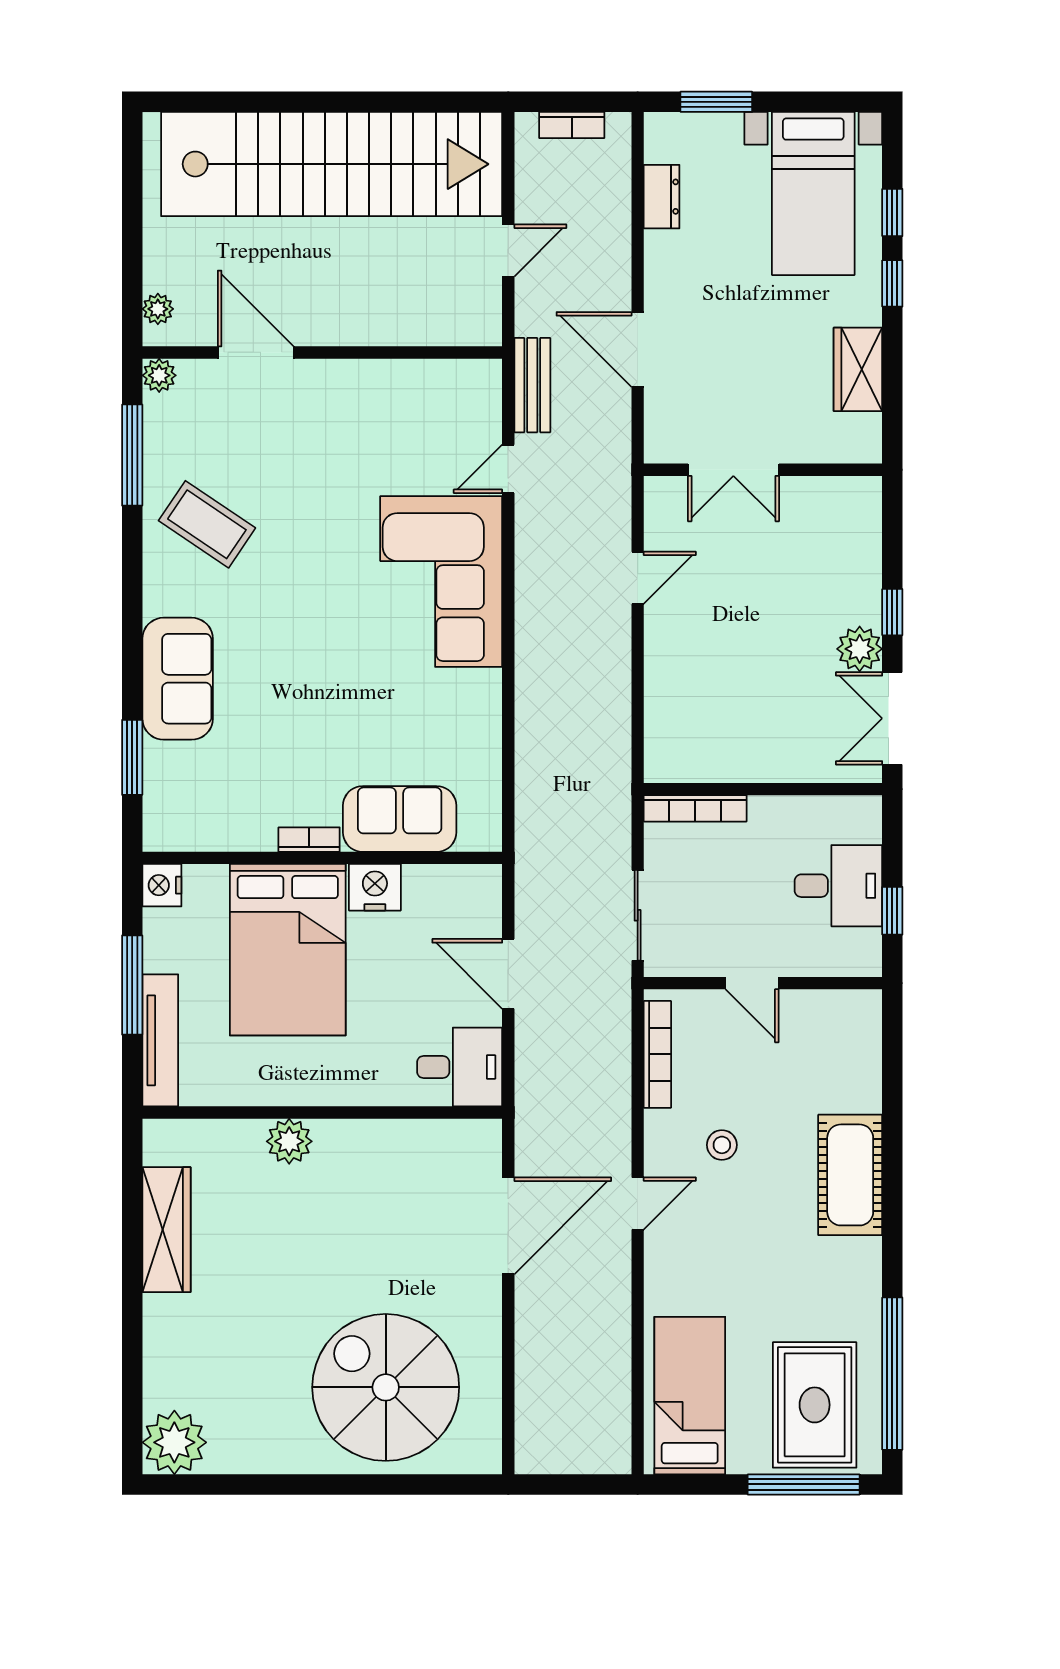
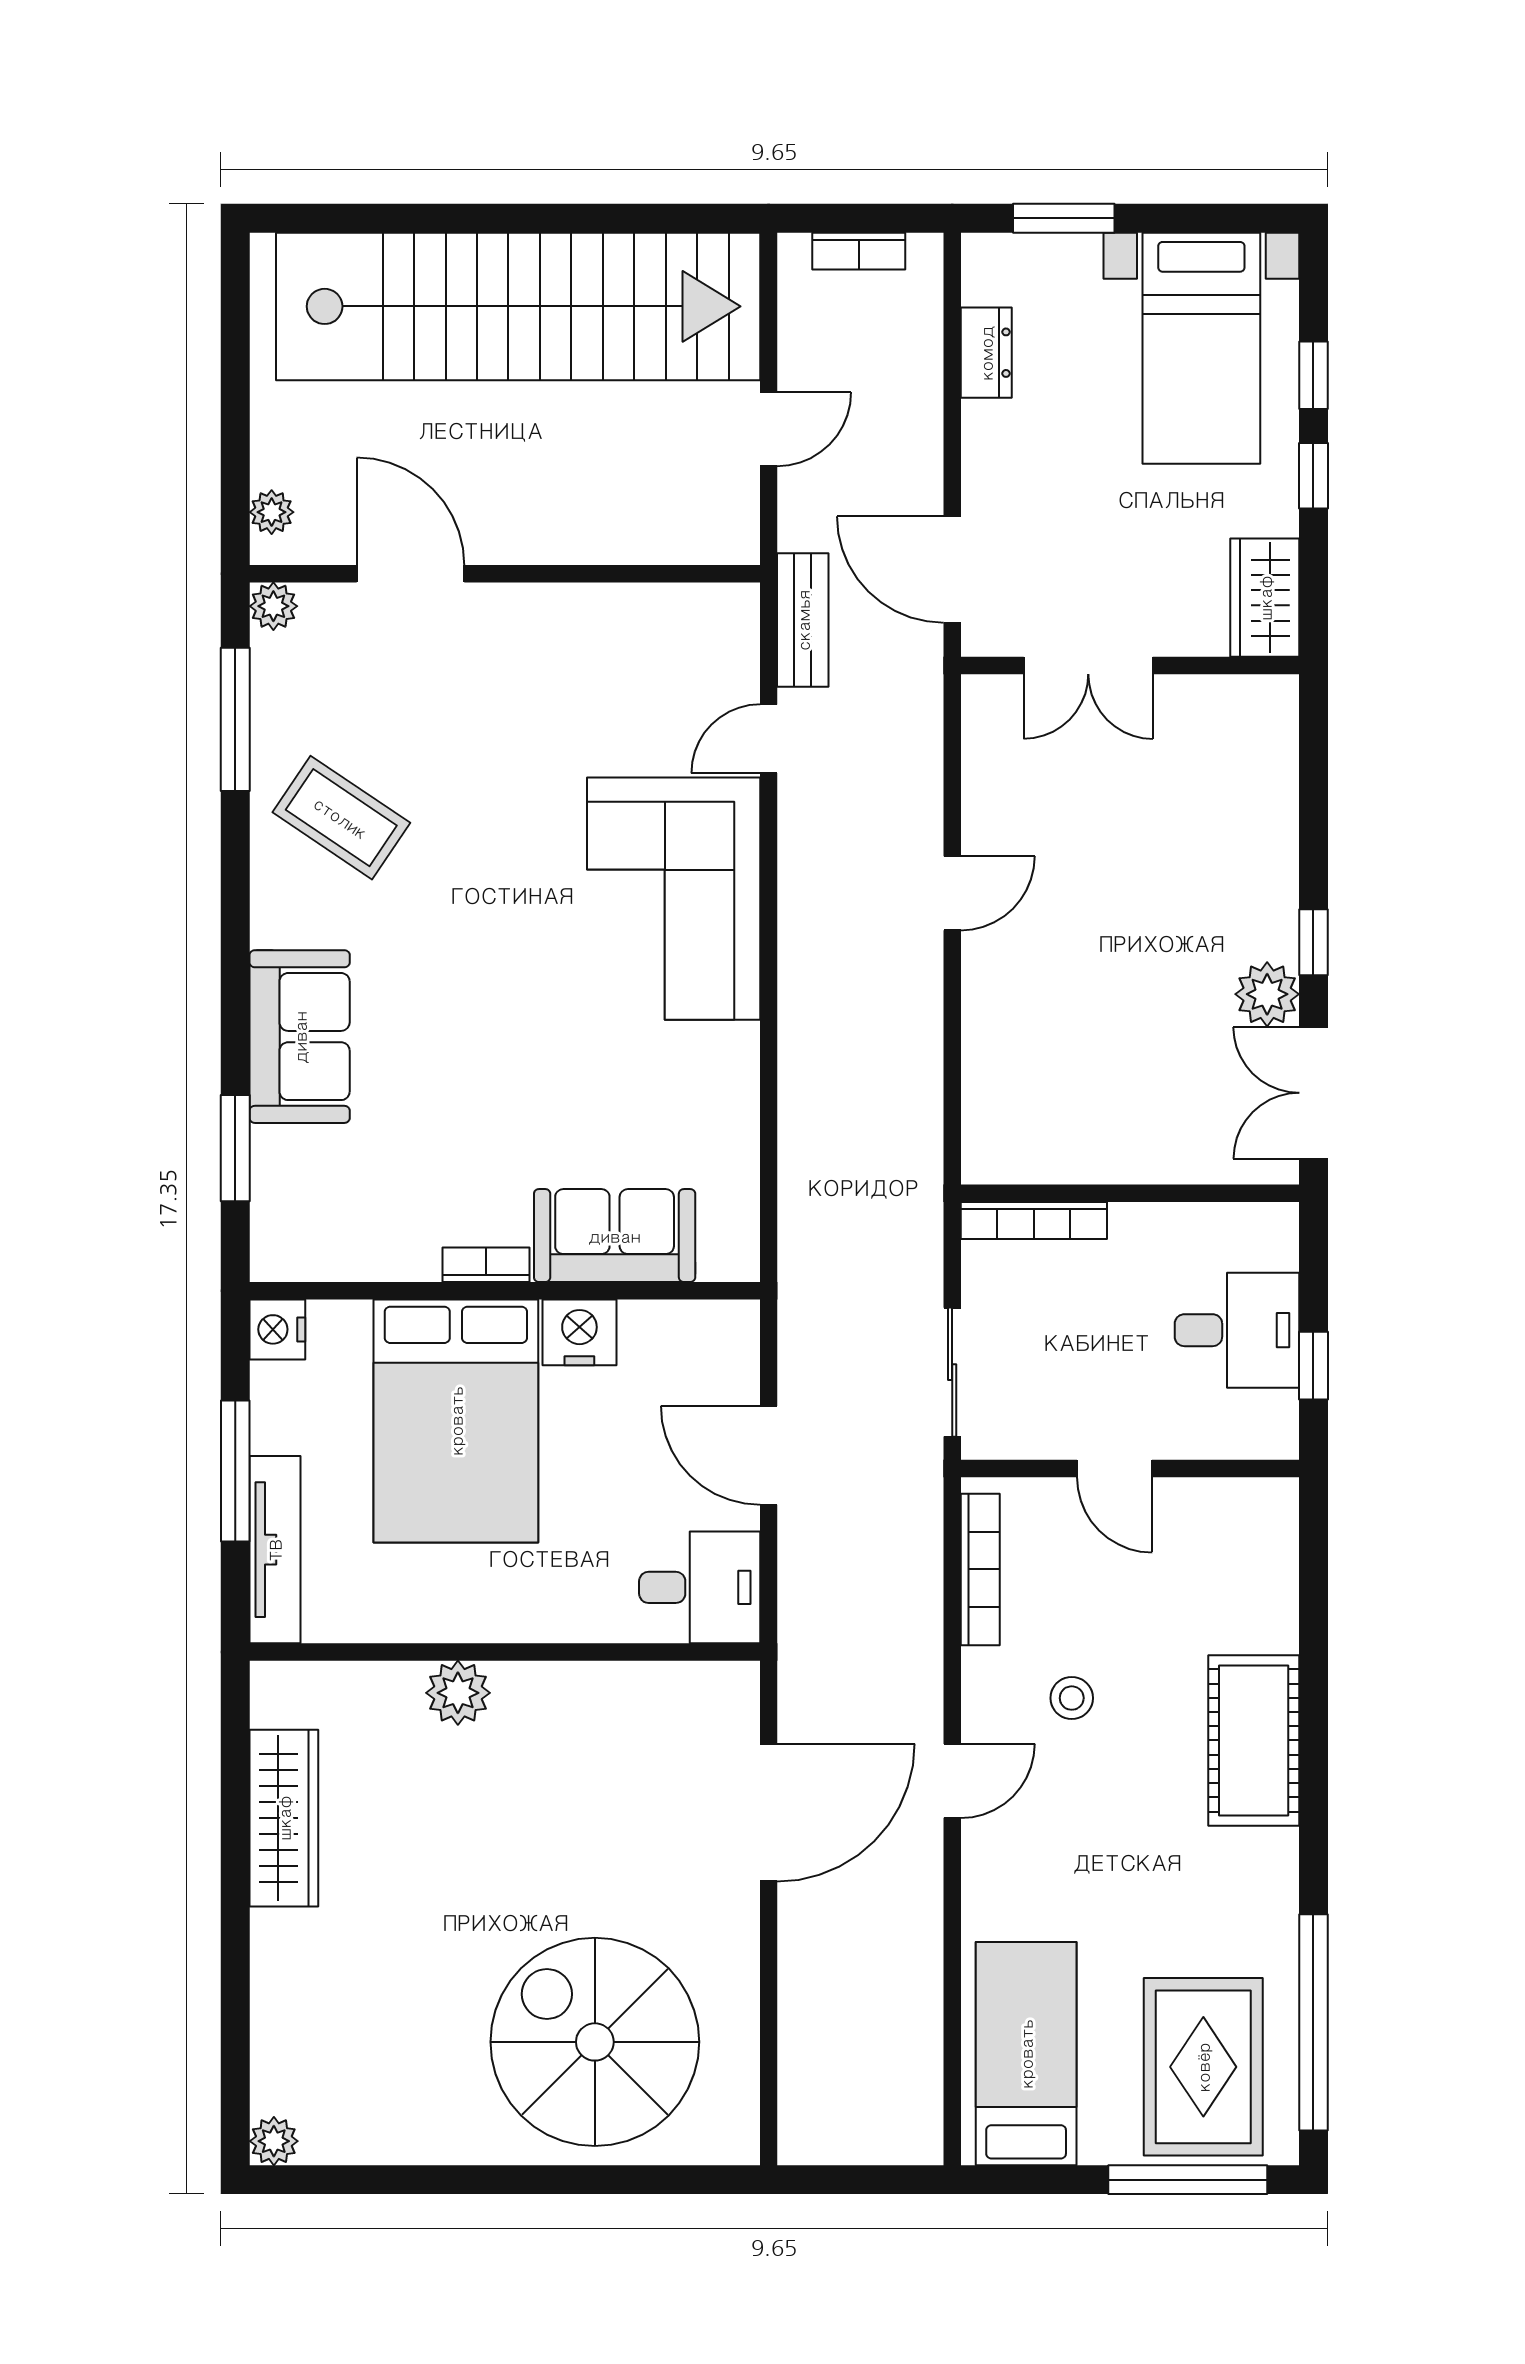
double door: (733, 470) -> (1088, 666), moved
wall: (763, 470) -> (1130, 666), moved
plant: (174, 1442) -> (274, 2141), width x0.53, depth x0.53

